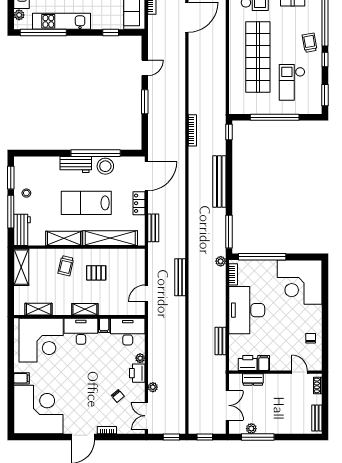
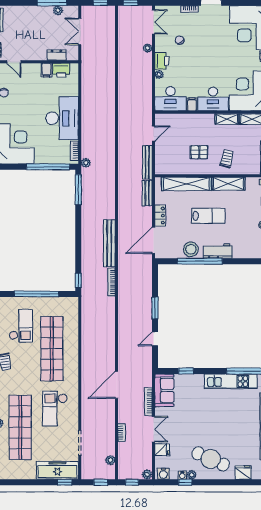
bench: (219, 181) -> (109, 243), moved
lab bench: (86, 203) -> (208, 216), width x0.73, depth x0.72
bench: (180, 277) -> (147, 162), moved
shelving: (85, 309) -> (227, 119), moved
bench: (220, 341) -> (86, 90), removed

